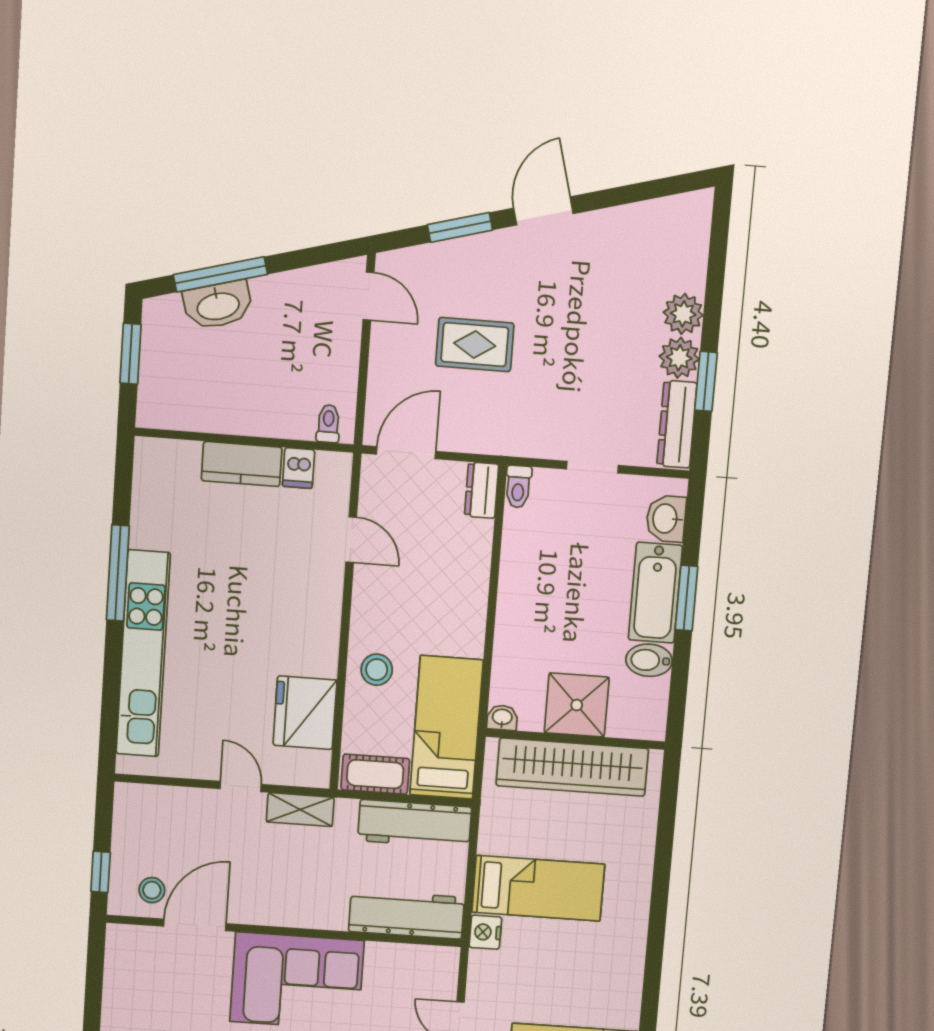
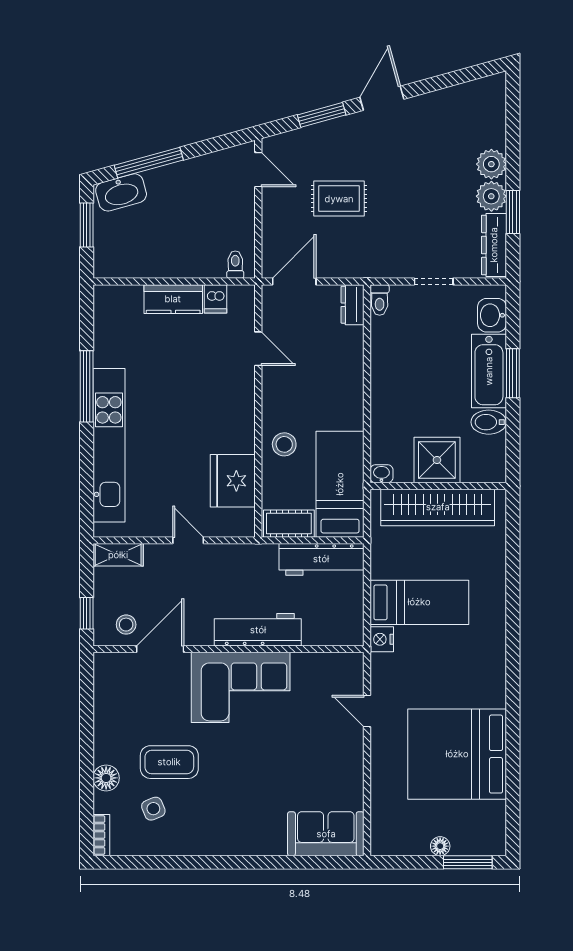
washbasin: (218, 305) -> (121, 192), moved
shelving: (300, 810) -> (118, 555), moved
workbench: (407, 914) -> (258, 630), moved

